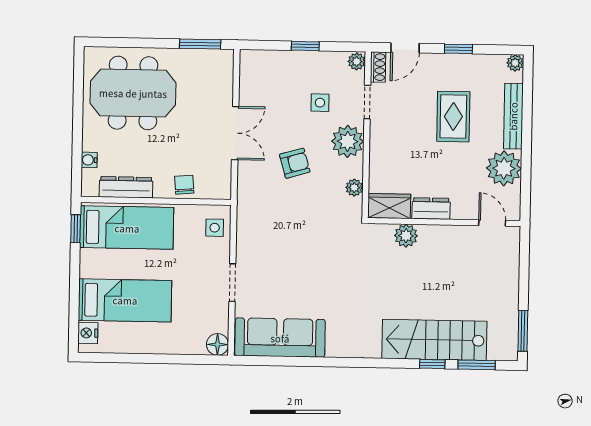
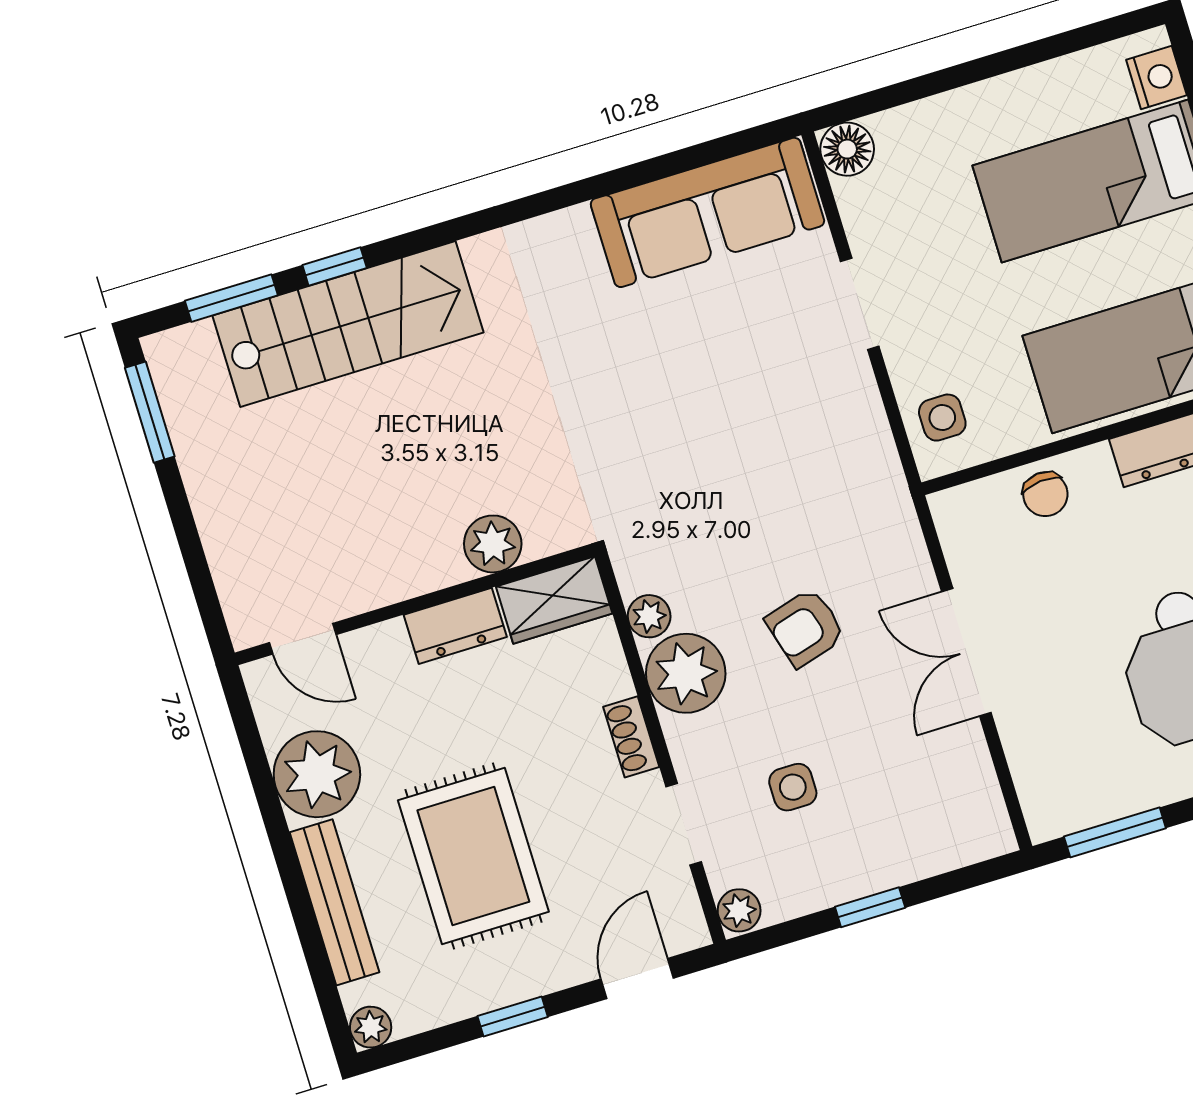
shoe rack: (378, 67) -> (631, 737), moved
rug: (453, 117) -> (473, 856), width x1.36, depth x1.43
plant: (348, 141) -> (686, 673), moved

